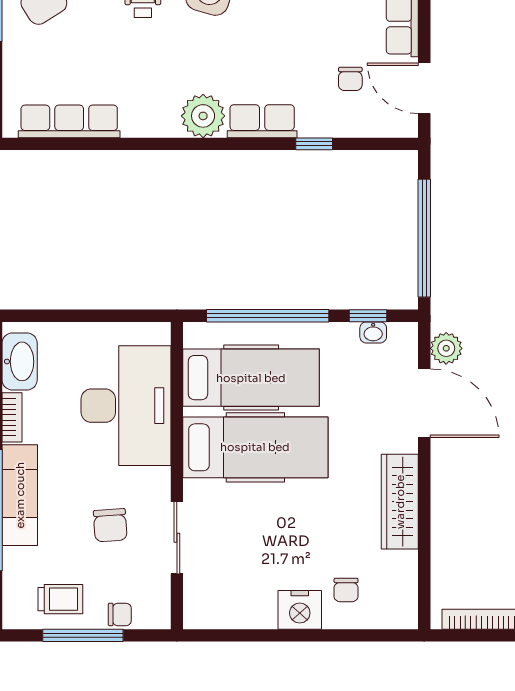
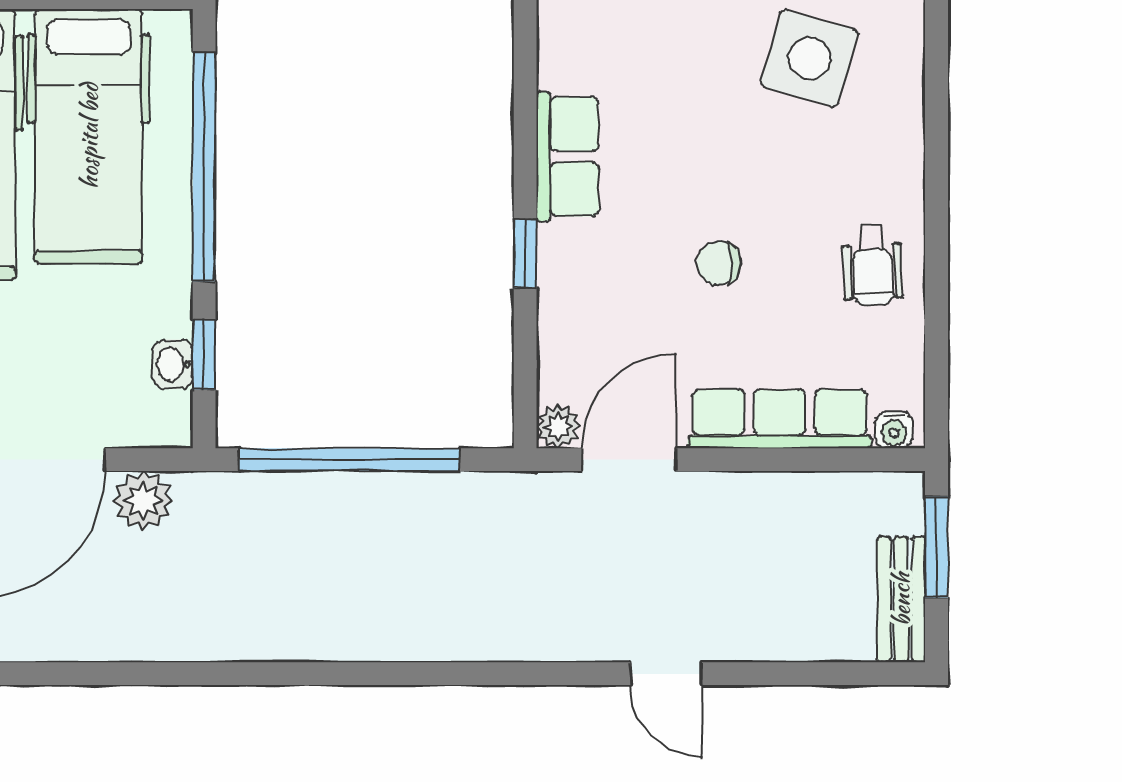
chair: (350, 79) -> (719, 263), moved
plant: (203, 116) -> (558, 426), moved, width x0.53, depth x0.53

